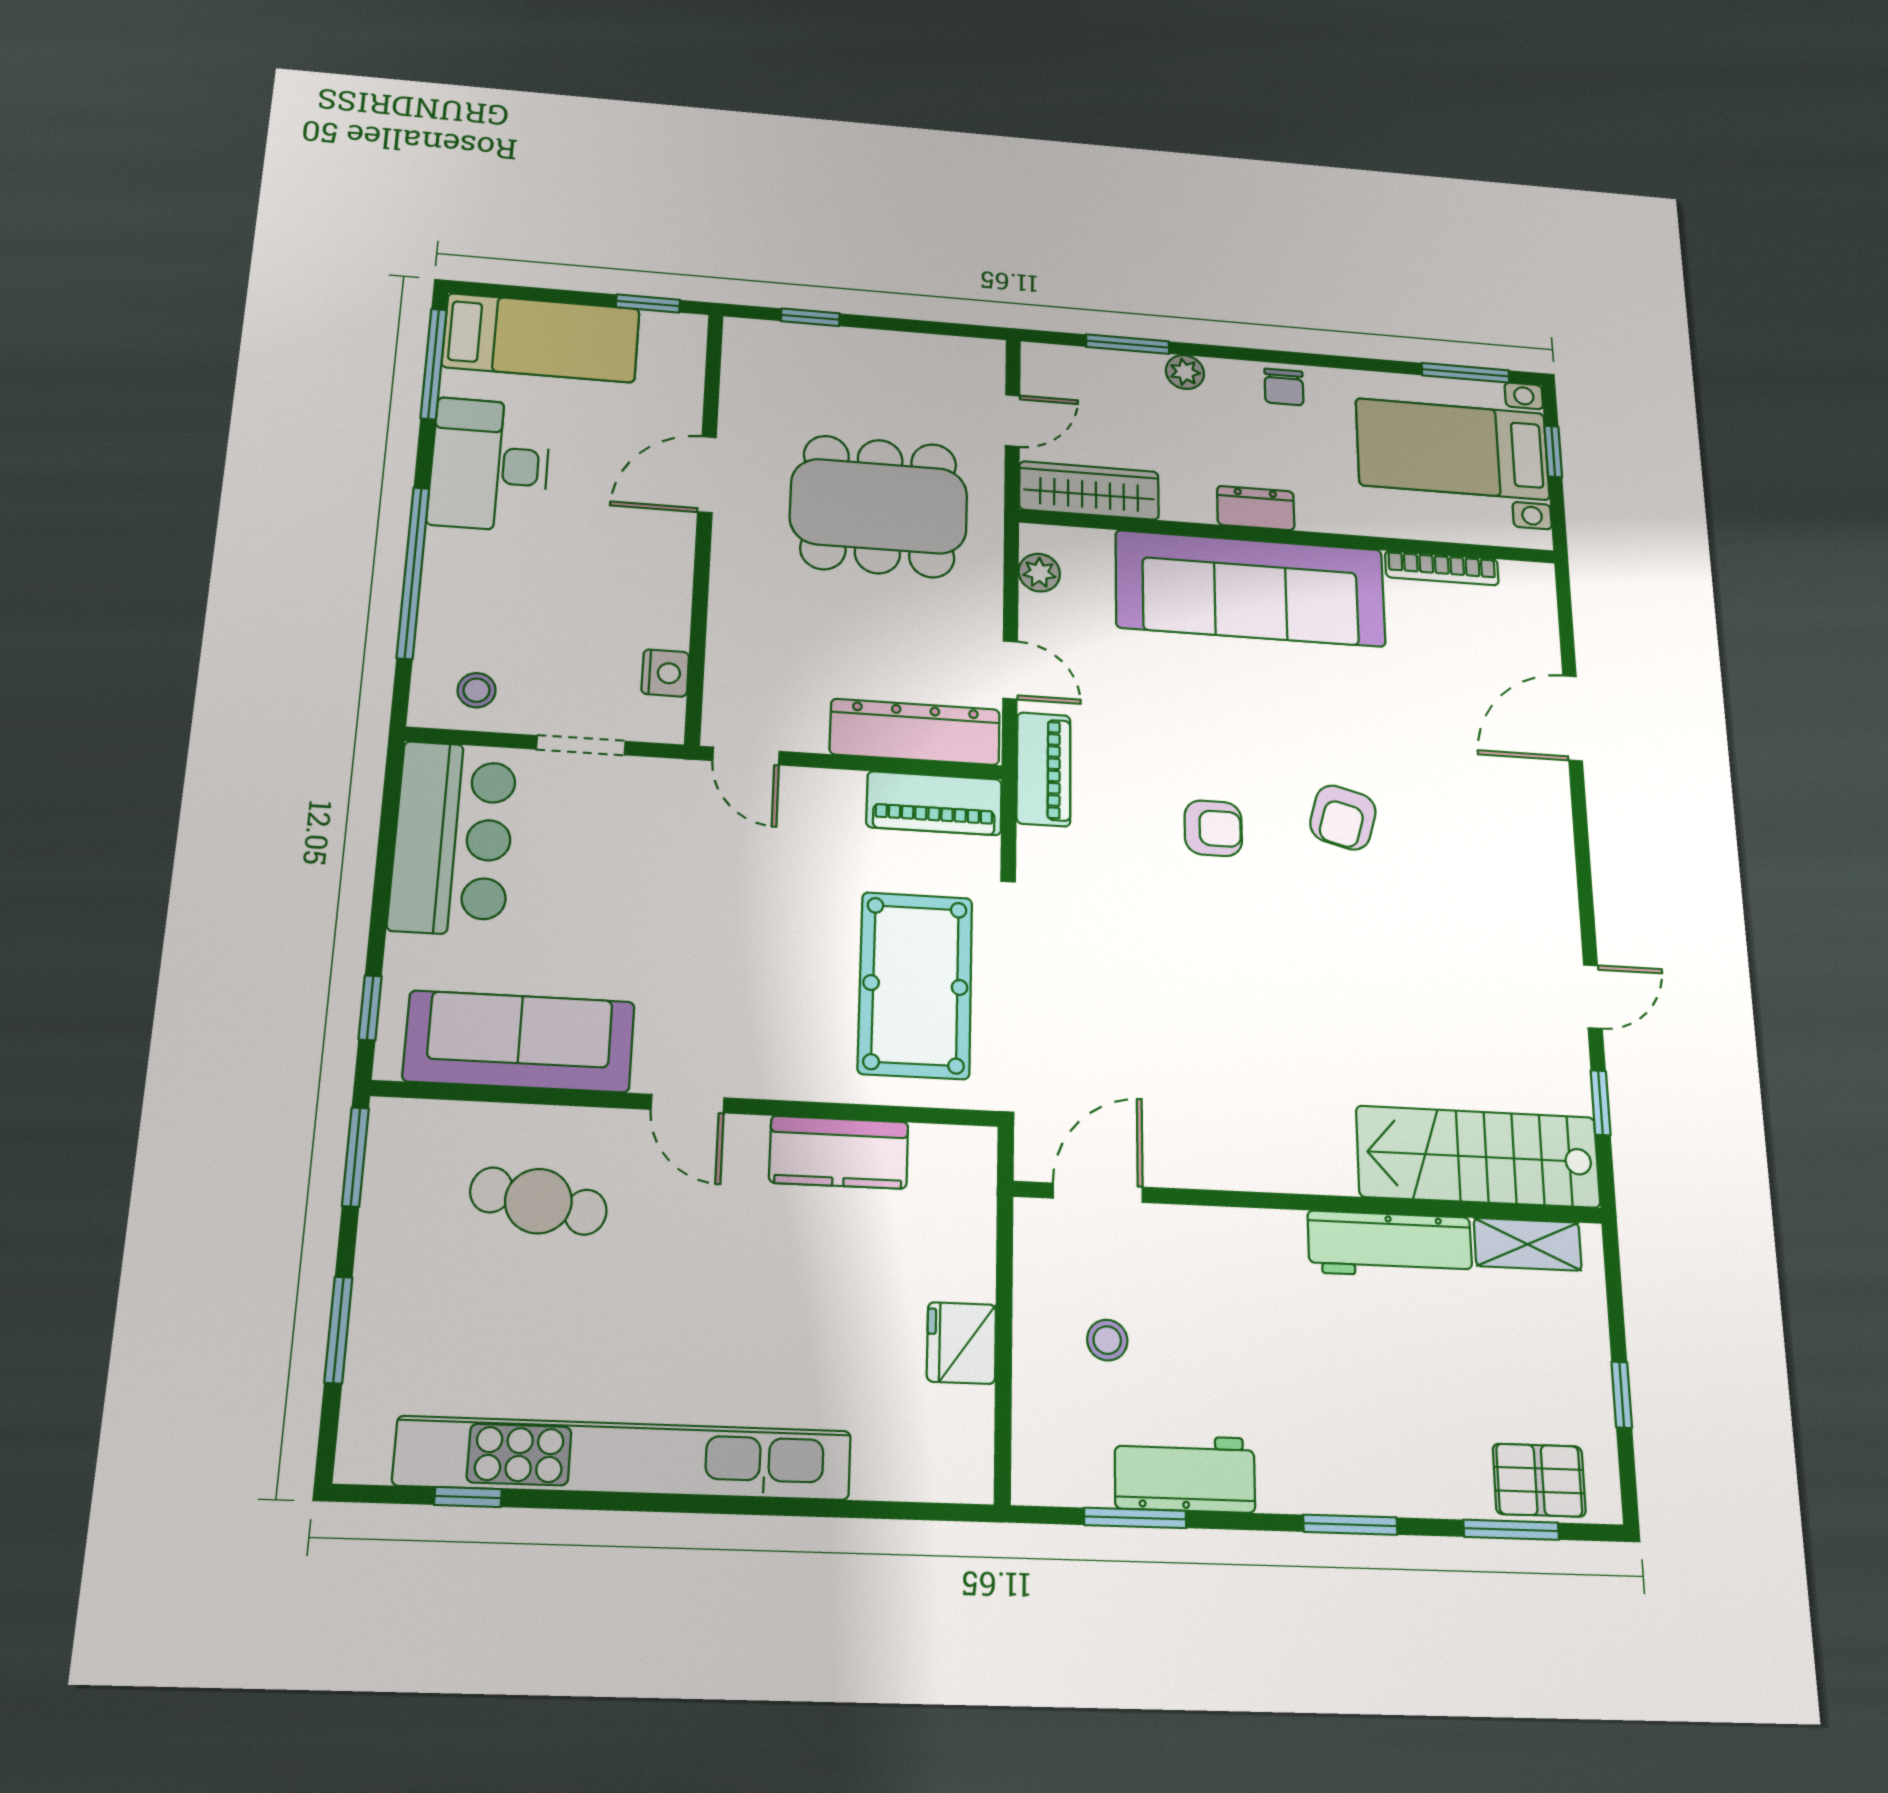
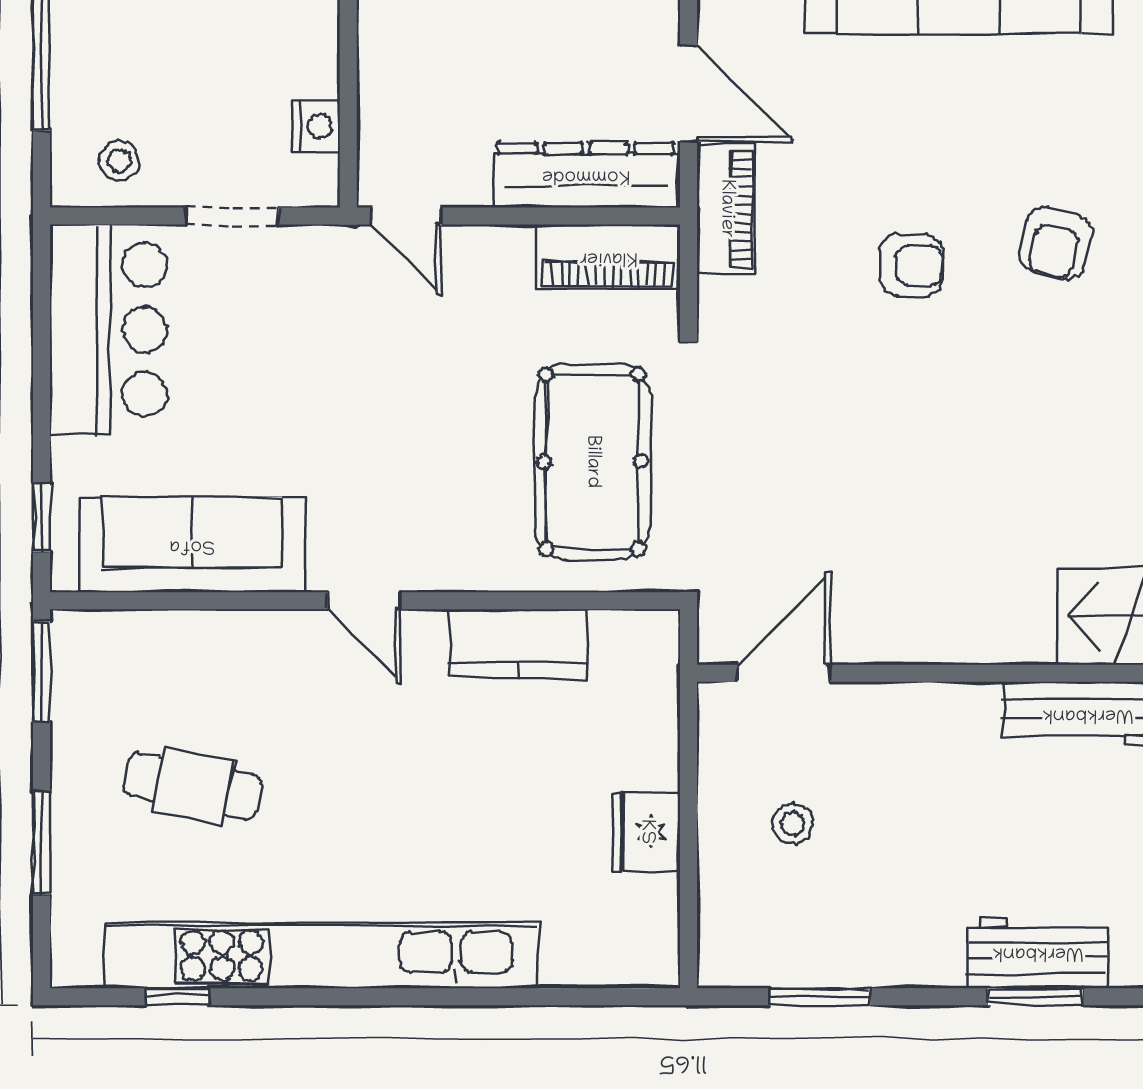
door: (1010, 670) -> (688, 94), width x1.38
cafe table: (538, 1201) -> (193, 786), moved
workbench: (1185, 1473) -> (1038, 952), moved

